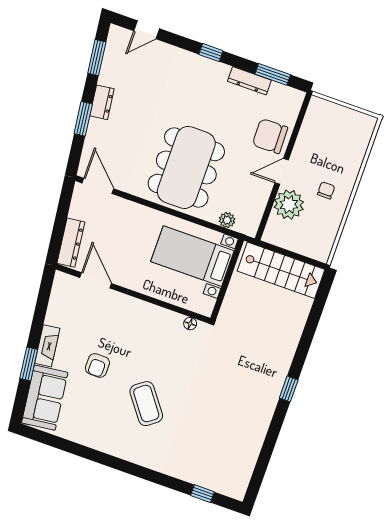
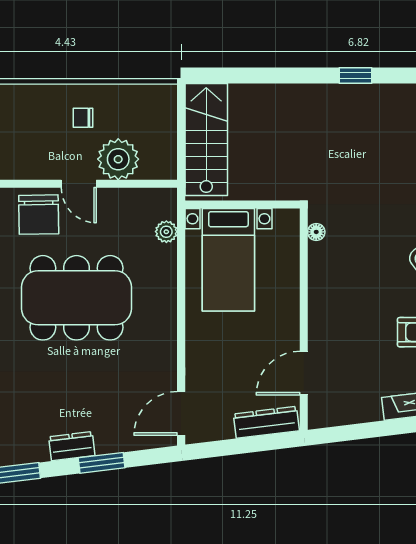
dining table: (186, 167) -> (76, 298), moved

